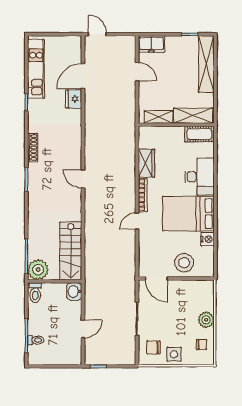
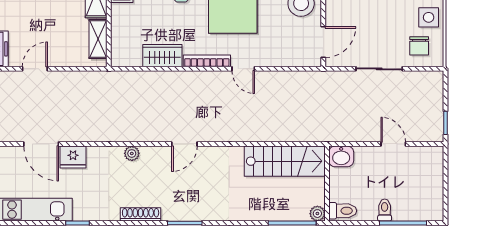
plant: (76, 141) -> (132, 153), added
plant: (38, 270) -> (317, 214), width x0.53, depth x0.53
toilet: (36, 340) -> (385, 210), moved

